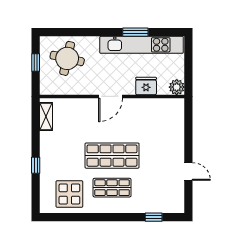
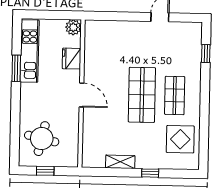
kitchen unit: (142, 45) -> (30, 51), width x0.73
shelving: (46, 117) -> (120, 162), moved

